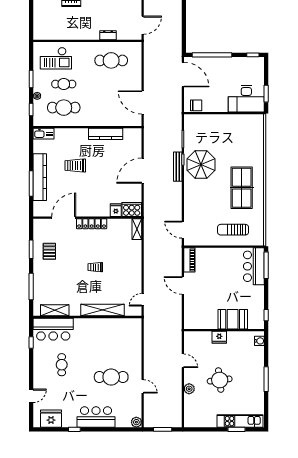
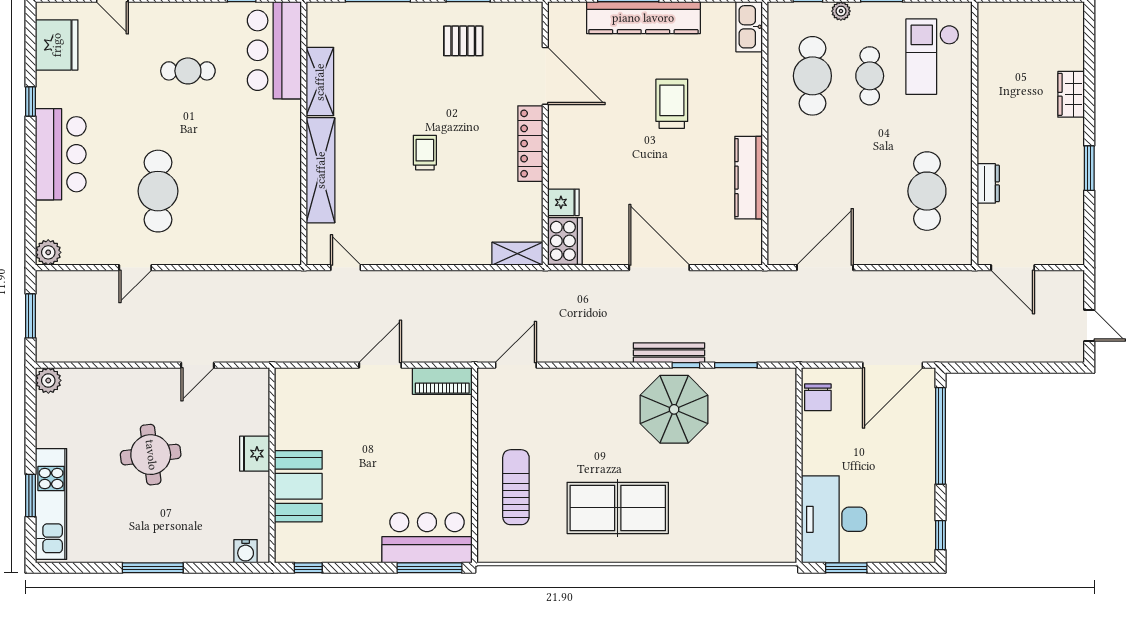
shelving: (55, 310) -> (320, 82), moved
plant: (189, 389) -> (48, 380), moved

